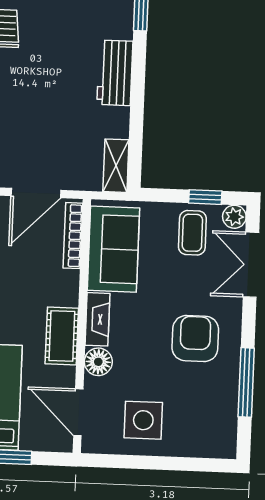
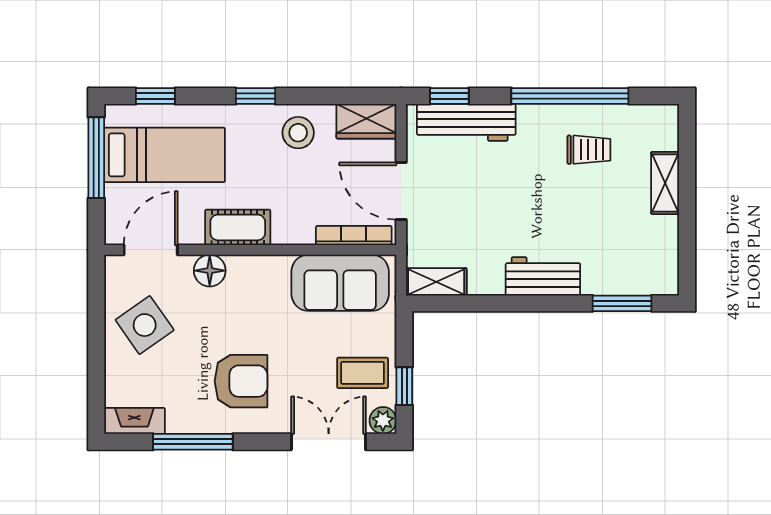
fireplace: (97, 319) -> (134, 421), moved, turned 180
side table: (143, 420) -> (145, 325), turned -35

